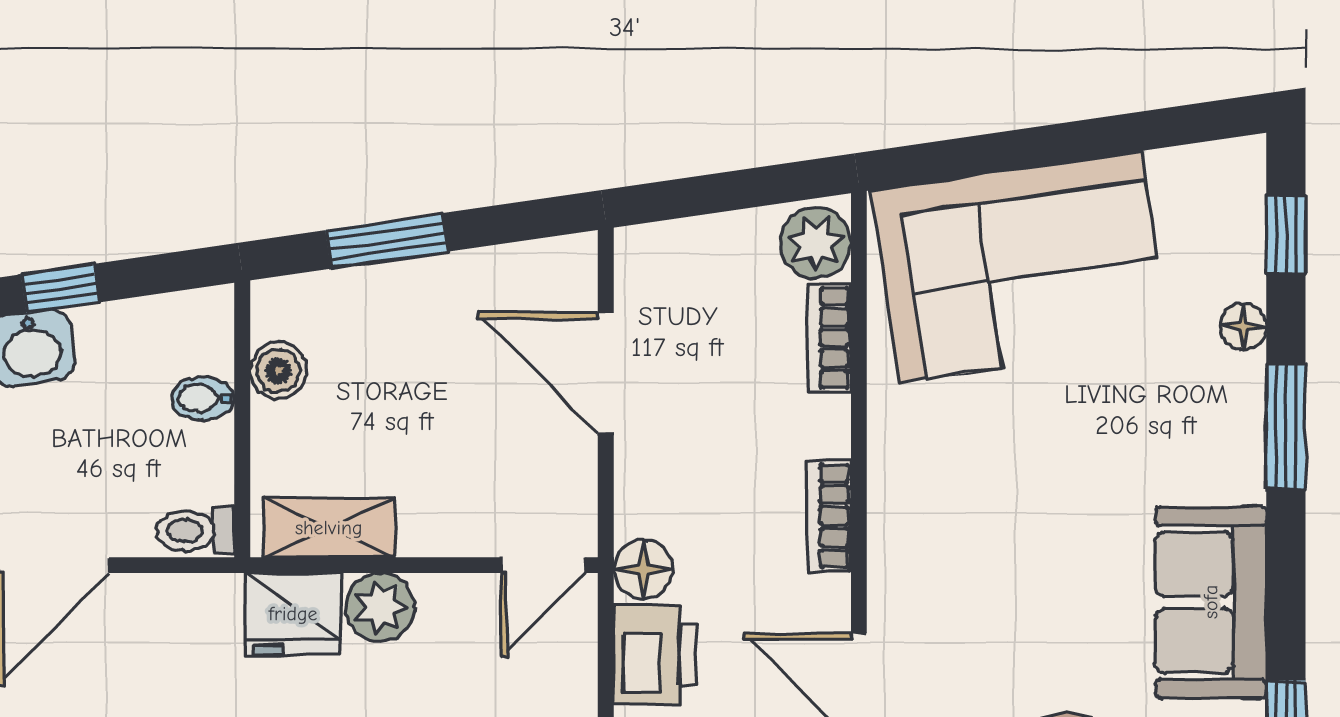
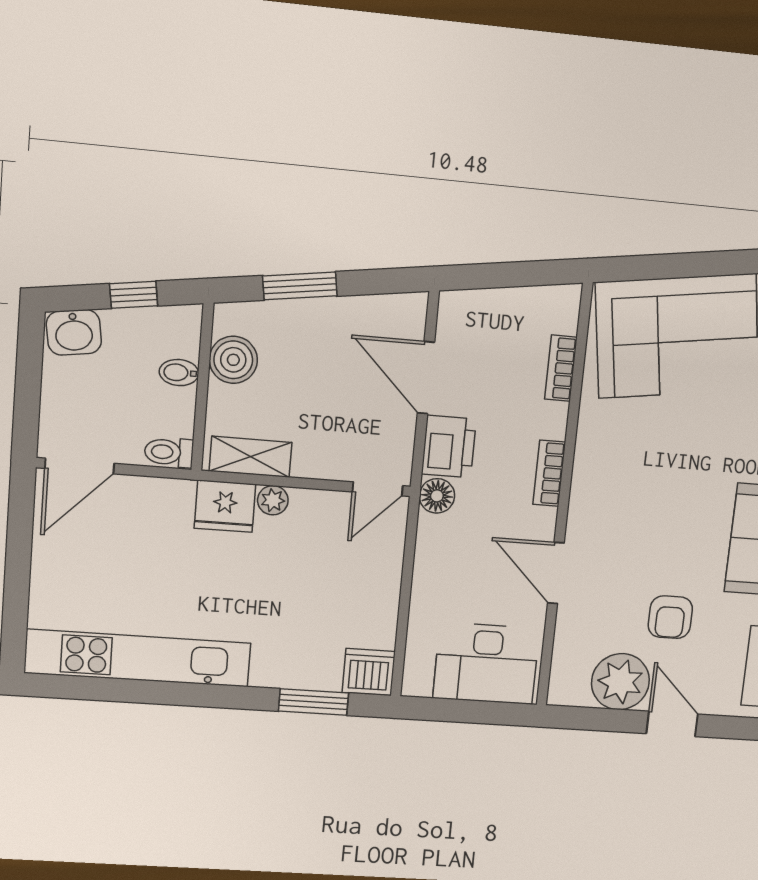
plant: (816, 243) -> (559, 311), removed
window: (60, 288) -> (134, 295), moved
boiler: (278, 370) -> (233, 360), width x1.36, depth x1.36
plant: (380, 607) -> (273, 500), width x0.73, depth x0.73
printer: (655, 654) -> (449, 447), moved

